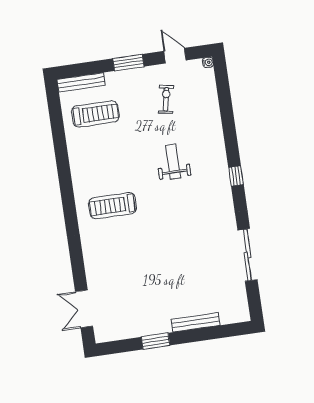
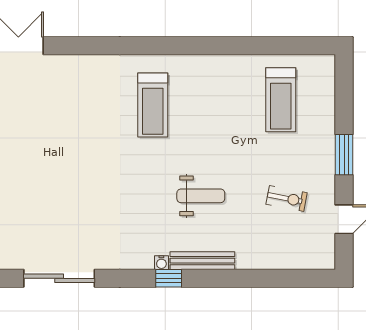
water cooler: (208, 62) -> (161, 263), moved
bench: (81, 82) -> (202, 261), moved, turned 90
treadmill: (113, 206) -> (153, 105), turned 180

